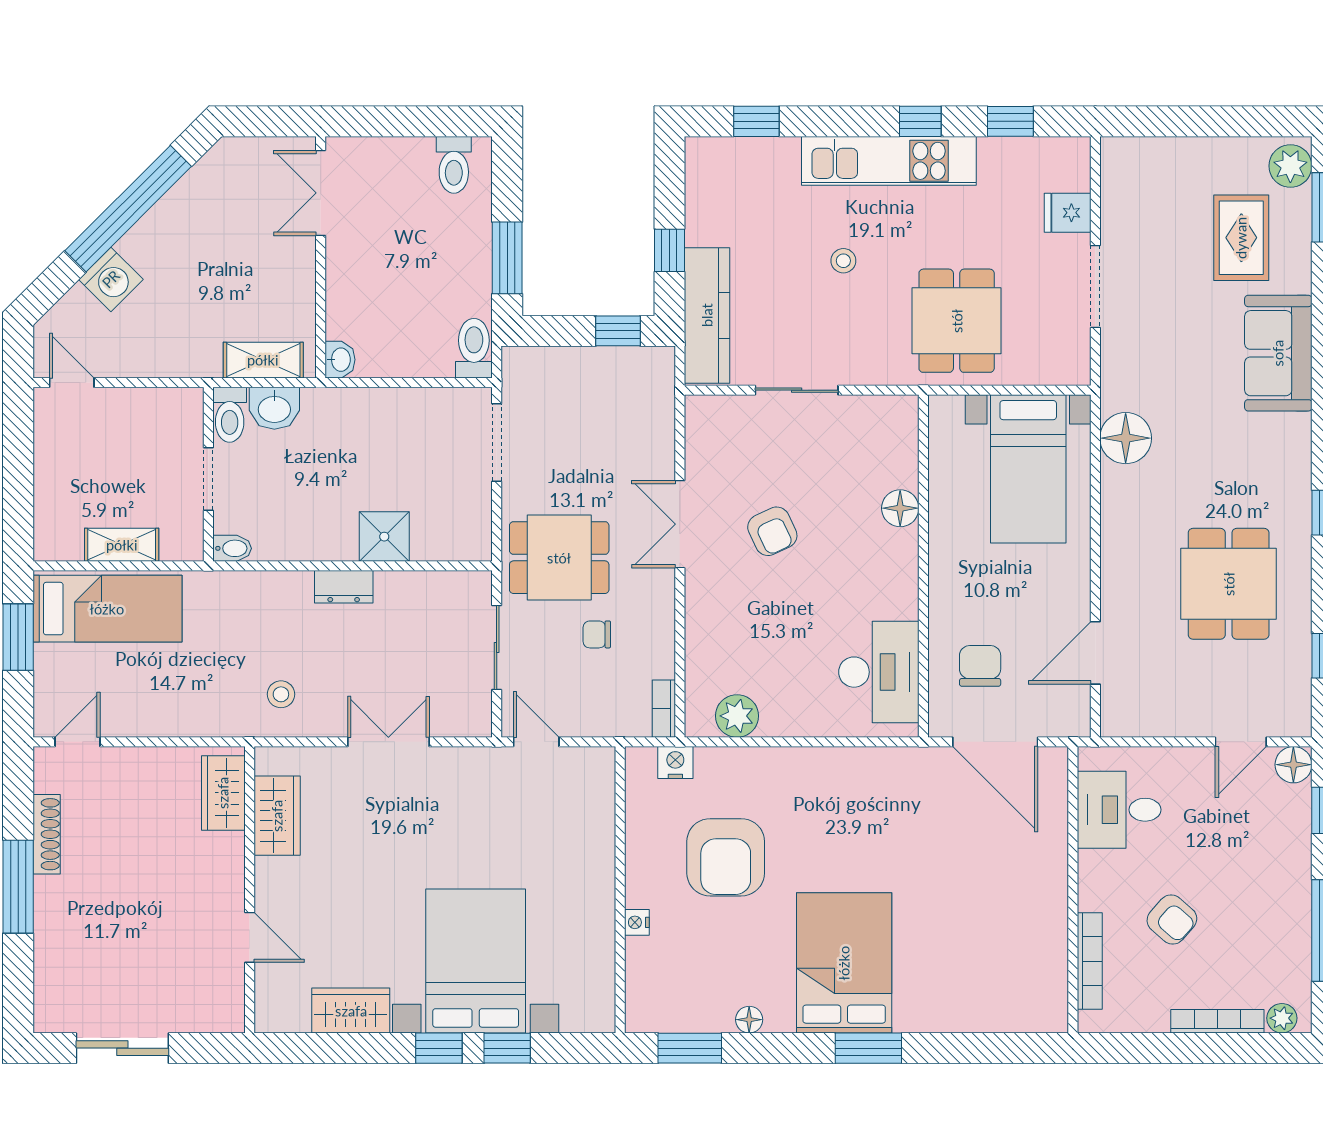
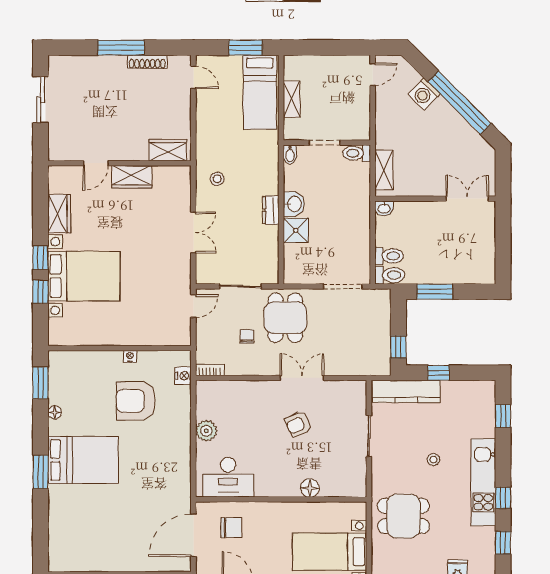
toilet: (454, 165) -> (389, 256), moved, turned 180
washbasin: (274, 408) -> (294, 204), moved, turned 180
plant: (737, 716) -> (206, 431), moved
wardrobe: (277, 816) -> (132, 177), moved
nightstand: (637, 922) -> (130, 356), moved

